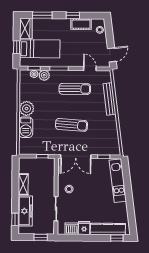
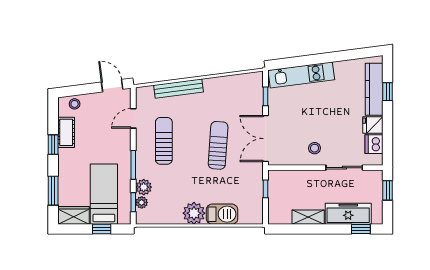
double door: (76, 156) -> (265, 139), swing flipped
window: (117, 238) -> (388, 92), moved

